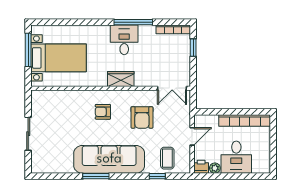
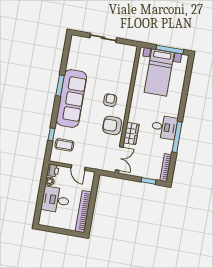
wardrobe: (121, 79) -> (131, 133), moved
double door: (172, 88) -> (119, 158), swing flipped
armchair: (142, 117) -> (112, 125), moved

